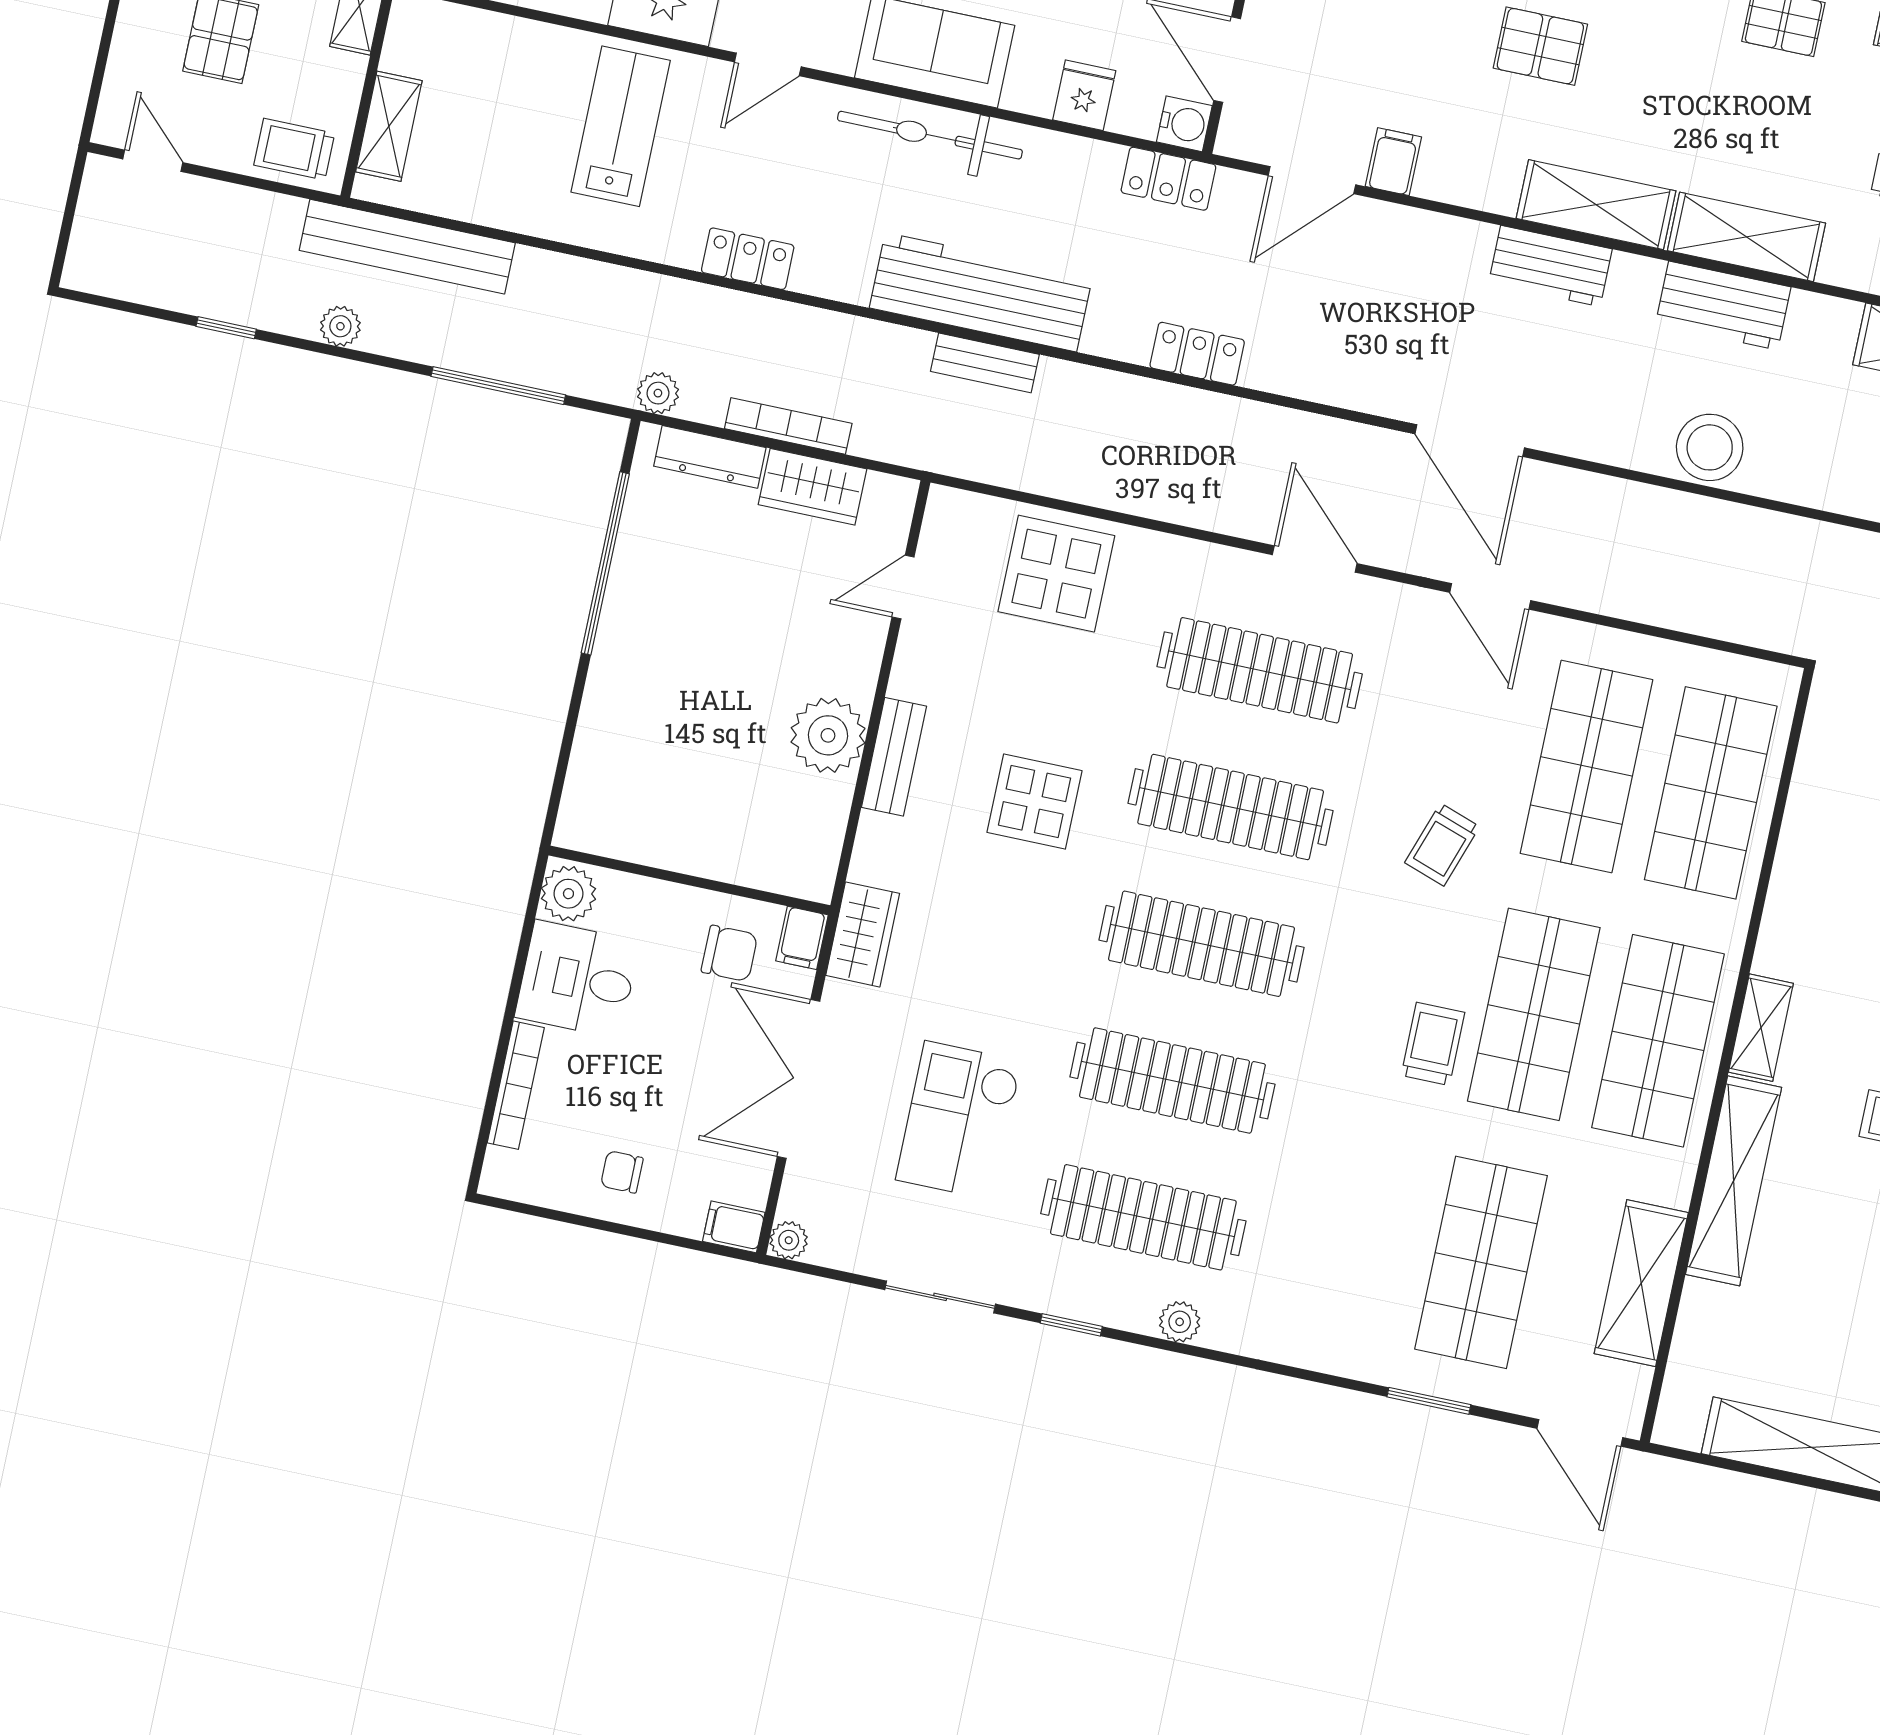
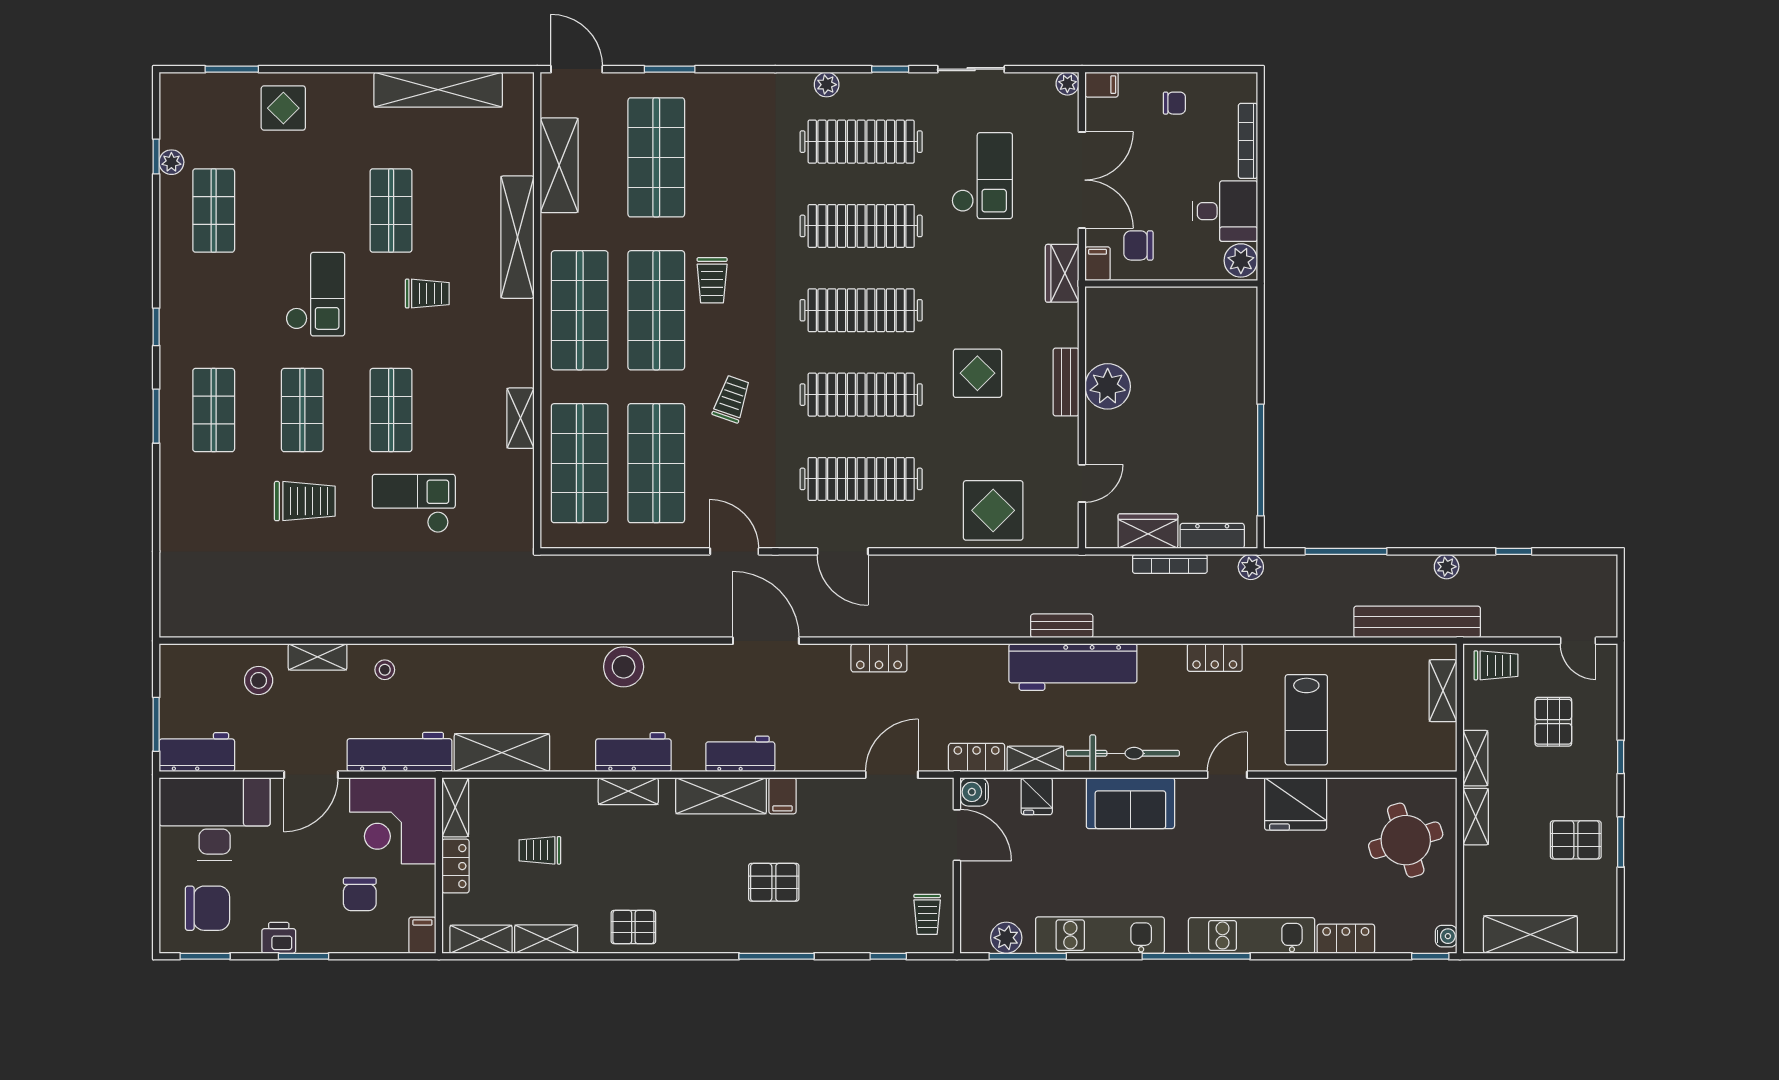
shelving: (1074, 156) -> (1035, 759), added
filing cabinet: (1393, 162) -> (782, 796), moved
shelving: (1746, 237) -> (628, 791), width x0.67, depth x0.75
locker: (1197, 354) -> (879, 658), moved
shelving: (1761, 1028) -> (521, 418), moved

